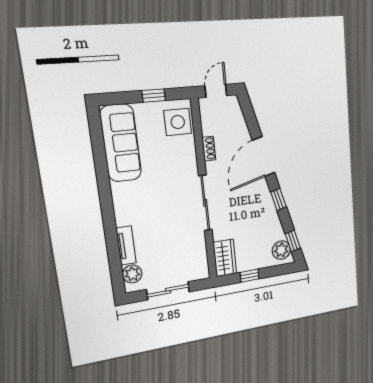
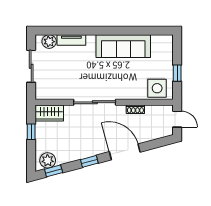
sofa: (121, 143) -> (123, 46), moved

